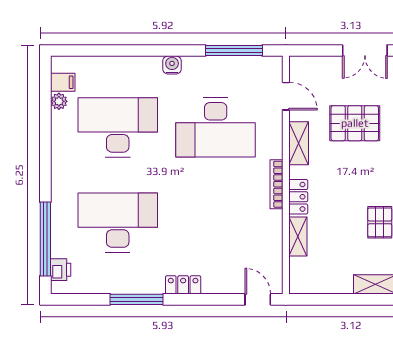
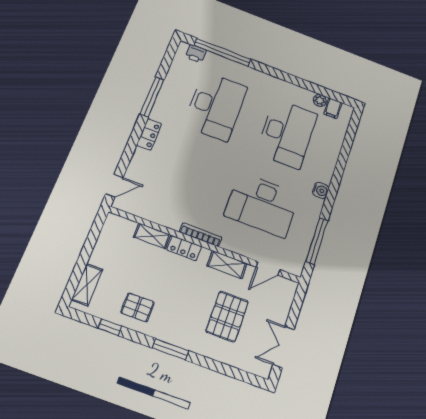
desk: (216, 127) -> (262, 205), turned -90

